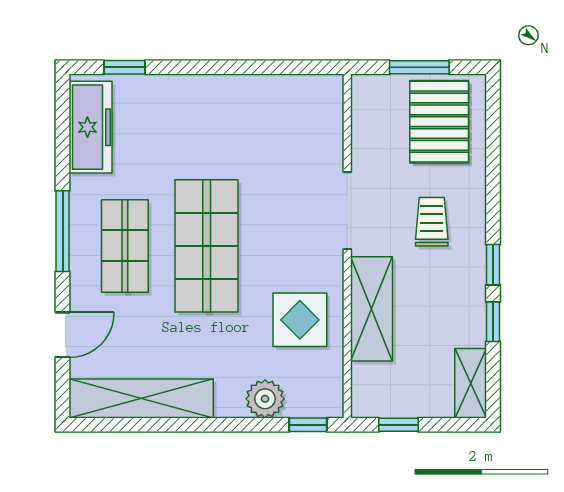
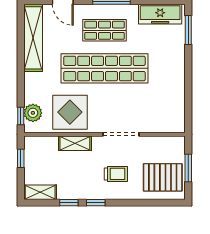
window: (125, 67) -> (188, 30), width x1.50
shop shelf: (207, 246) -> (104, 68), width x1.40
shelving: (371, 309) -> (75, 143), width x0.67, depth x0.75
display table: (300, 320) -> (70, 112), width x1.36, depth x1.36
plant: (265, 399) -> (33, 113), moved

